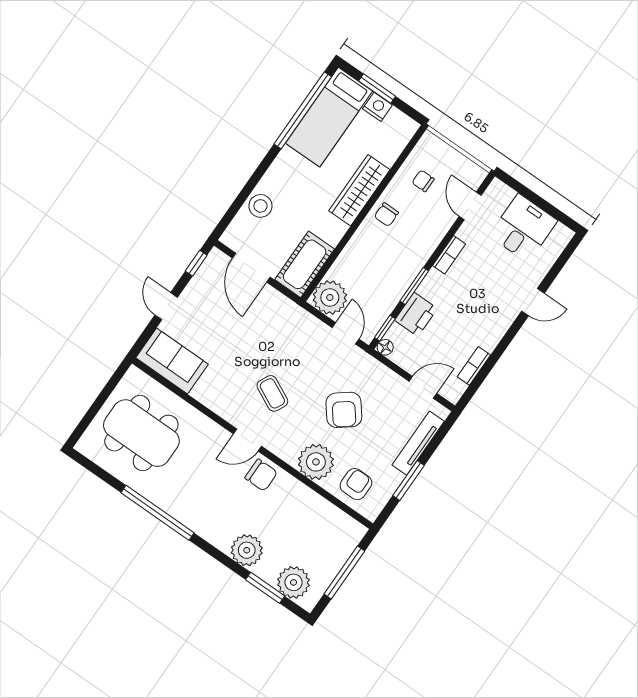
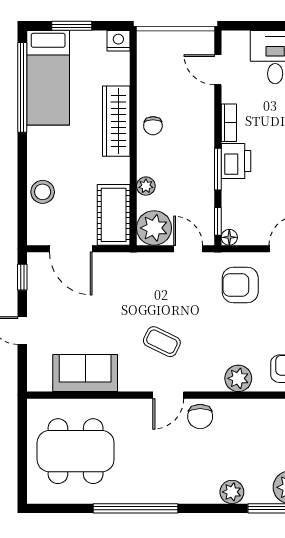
nightstand: (377, 107) -> (118, 41), moved
chair: (423, 181) -> (164, 76), removed
plant: (347, 259) -> (146, 186), added
printer: (416, 314) -> (236, 161), moved
sofa: (172, 361) -> (85, 373), moved
armchair: (344, 410) -> (240, 285), moved, turned 128
plant: (316, 462) -> (238, 378), width x0.73, depth x0.73
chair: (261, 475) -> (200, 416), turned 90
plant: (247, 550) -> (232, 492), width x0.73, depth x0.73

